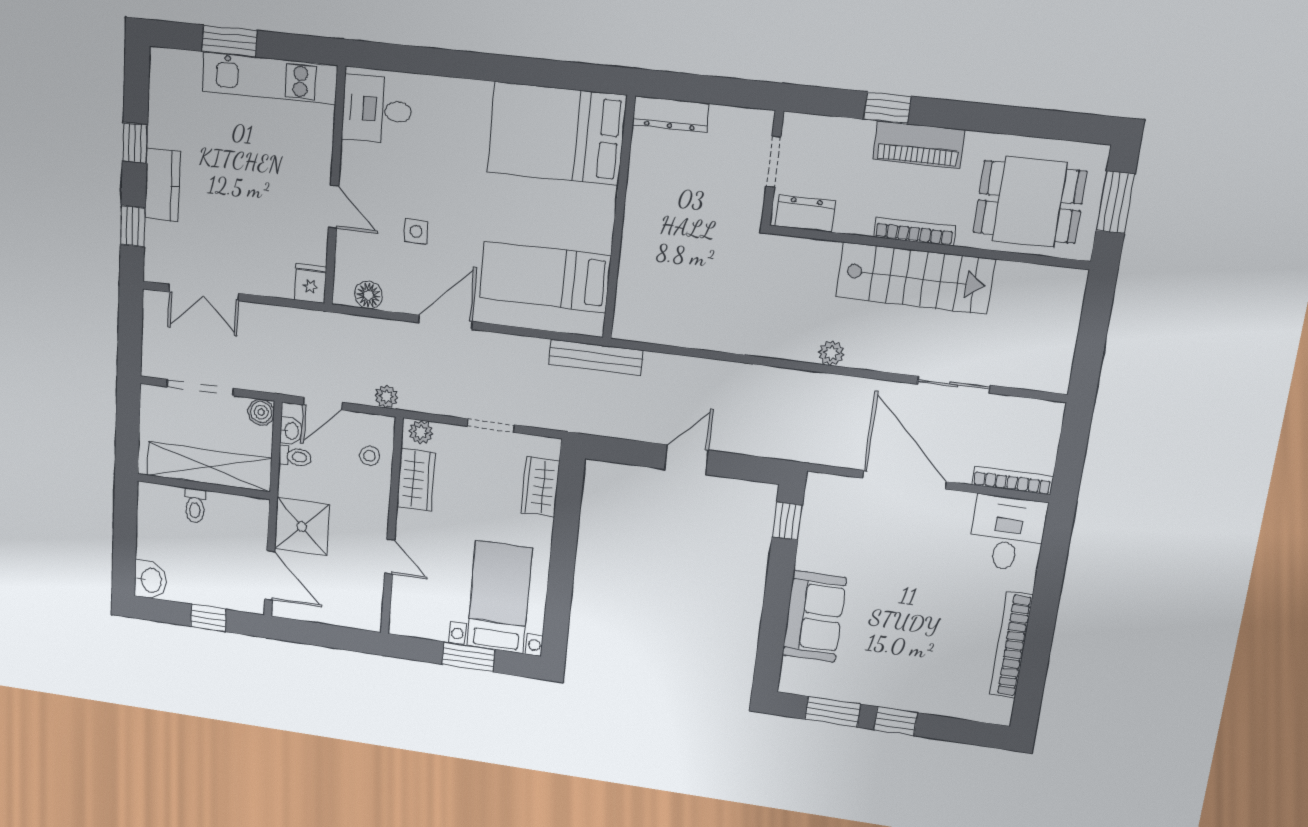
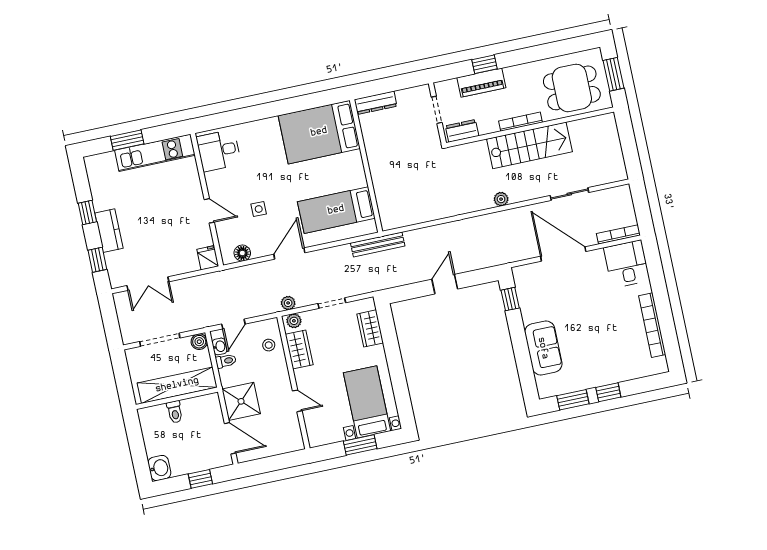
piano: (919, 144) -> (481, 83), moved
plant: (386, 396) -> (288, 303), moved

